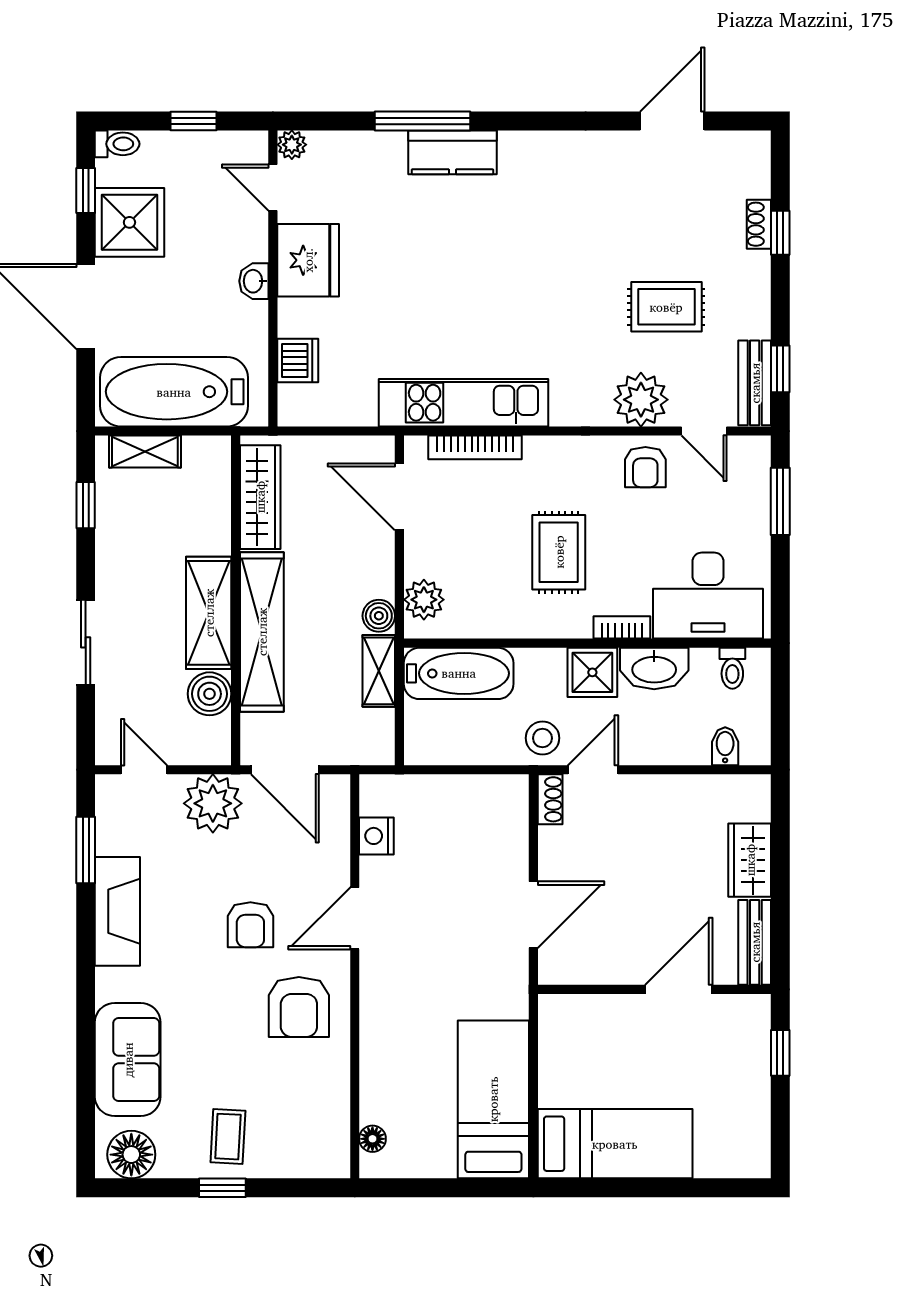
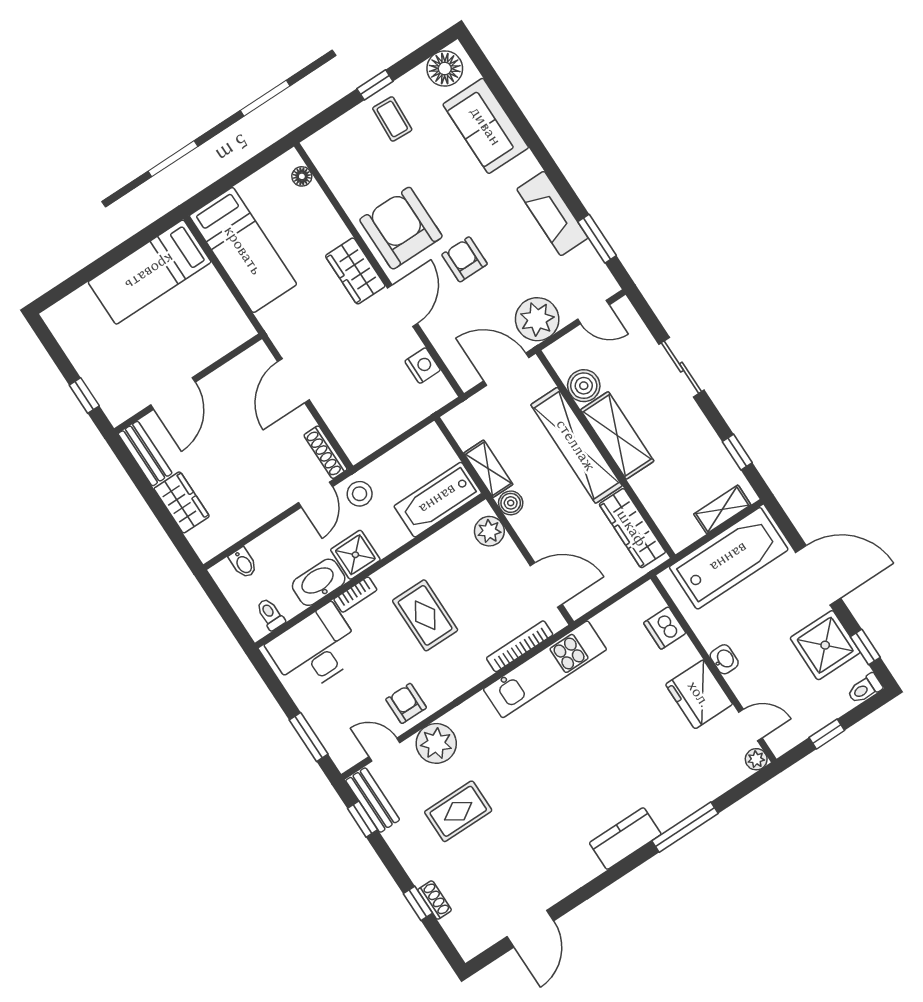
kitchen counter: (452, 152) -> (625, 838), moved
shoe rack: (550, 799) -> (326, 452), width x1.43
wardrobe: (382, 992) -> (355, 271), added
armchair: (299, 1007) -> (401, 228), width x1.36, depth x1.36

